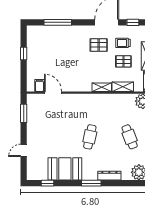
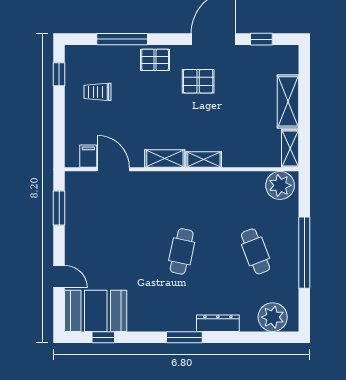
trolley: (123, 43) -> (98, 92), moved
window: (24, 53) -> (59, 74), moved
pallet: (123, 61) -> (155, 60), moved
shelving: (123, 87) -> (165, 159), moved
door: (24, 150) -> (59, 277), swing flipped
booth: (65, 169) -> (96, 311), moved

